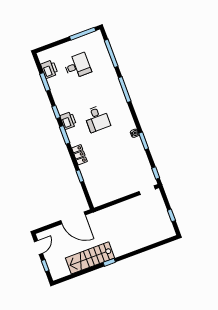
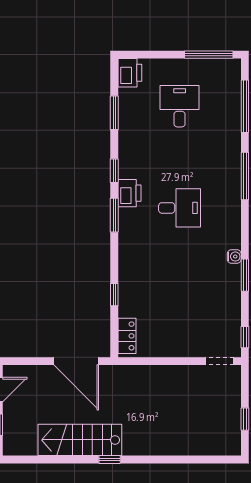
desk: (77, 66) -> (180, 106), turned -90
printer: (49, 69) -> (130, 73), moved
desk: (97, 119) -> (180, 208), turned -90
locker: (79, 155) -> (127, 336), moved

